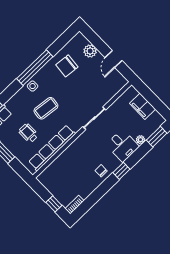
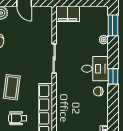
filing cabinet: (143, 106) -> (68, 14), moved
desk: (123, 146) -> (95, 69), moved

